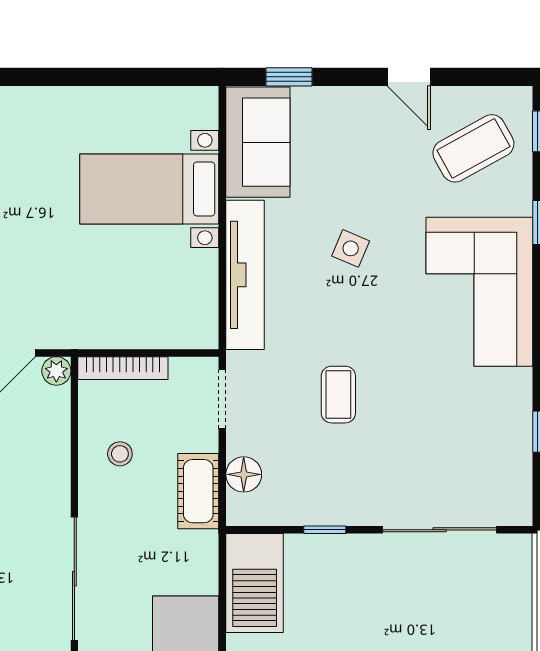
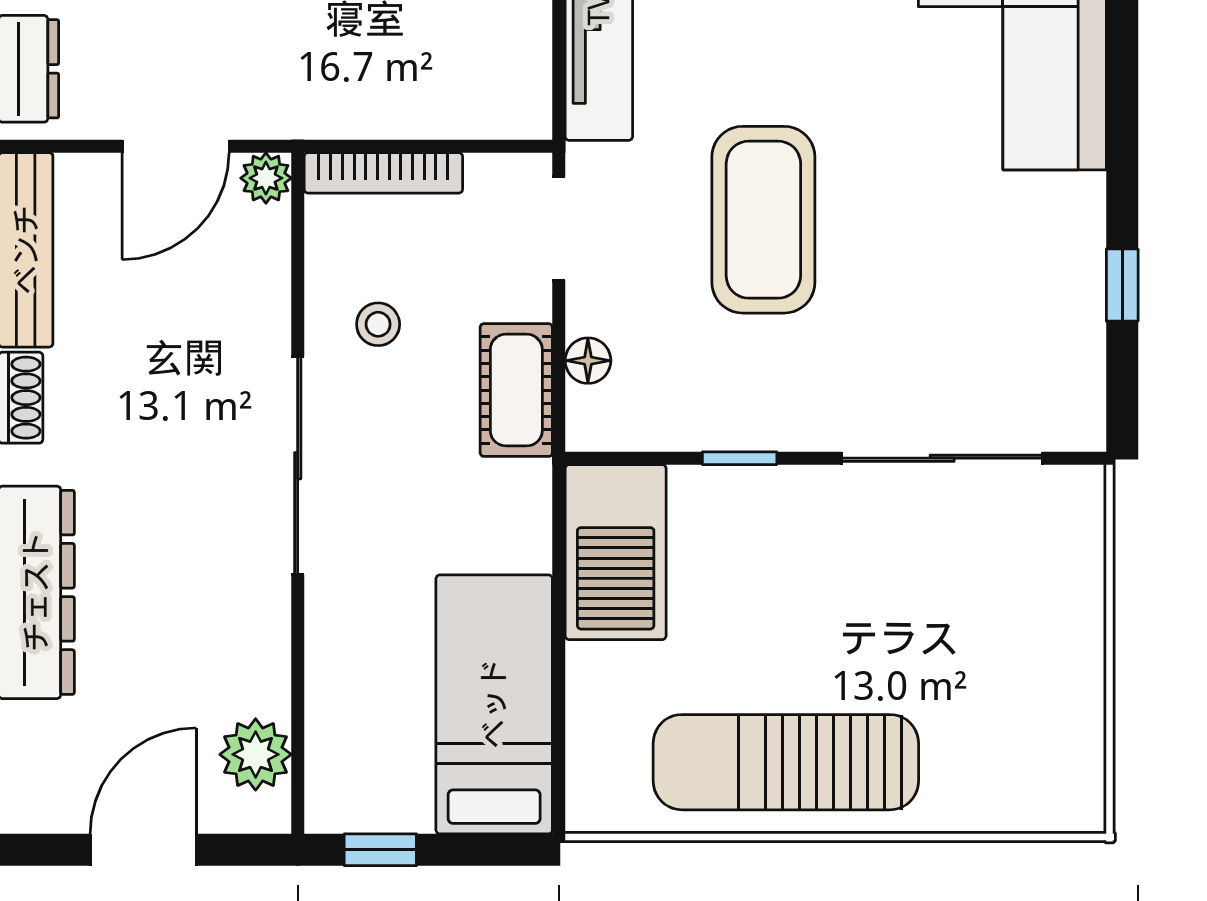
coffee table: (338, 395) -> (763, 220), width x1.86, depth x1.72
floor lamp: (244, 474) -> (588, 361), width x0.73, depth x0.73
sliding door: (74, 579) -> (298, 466), moved

